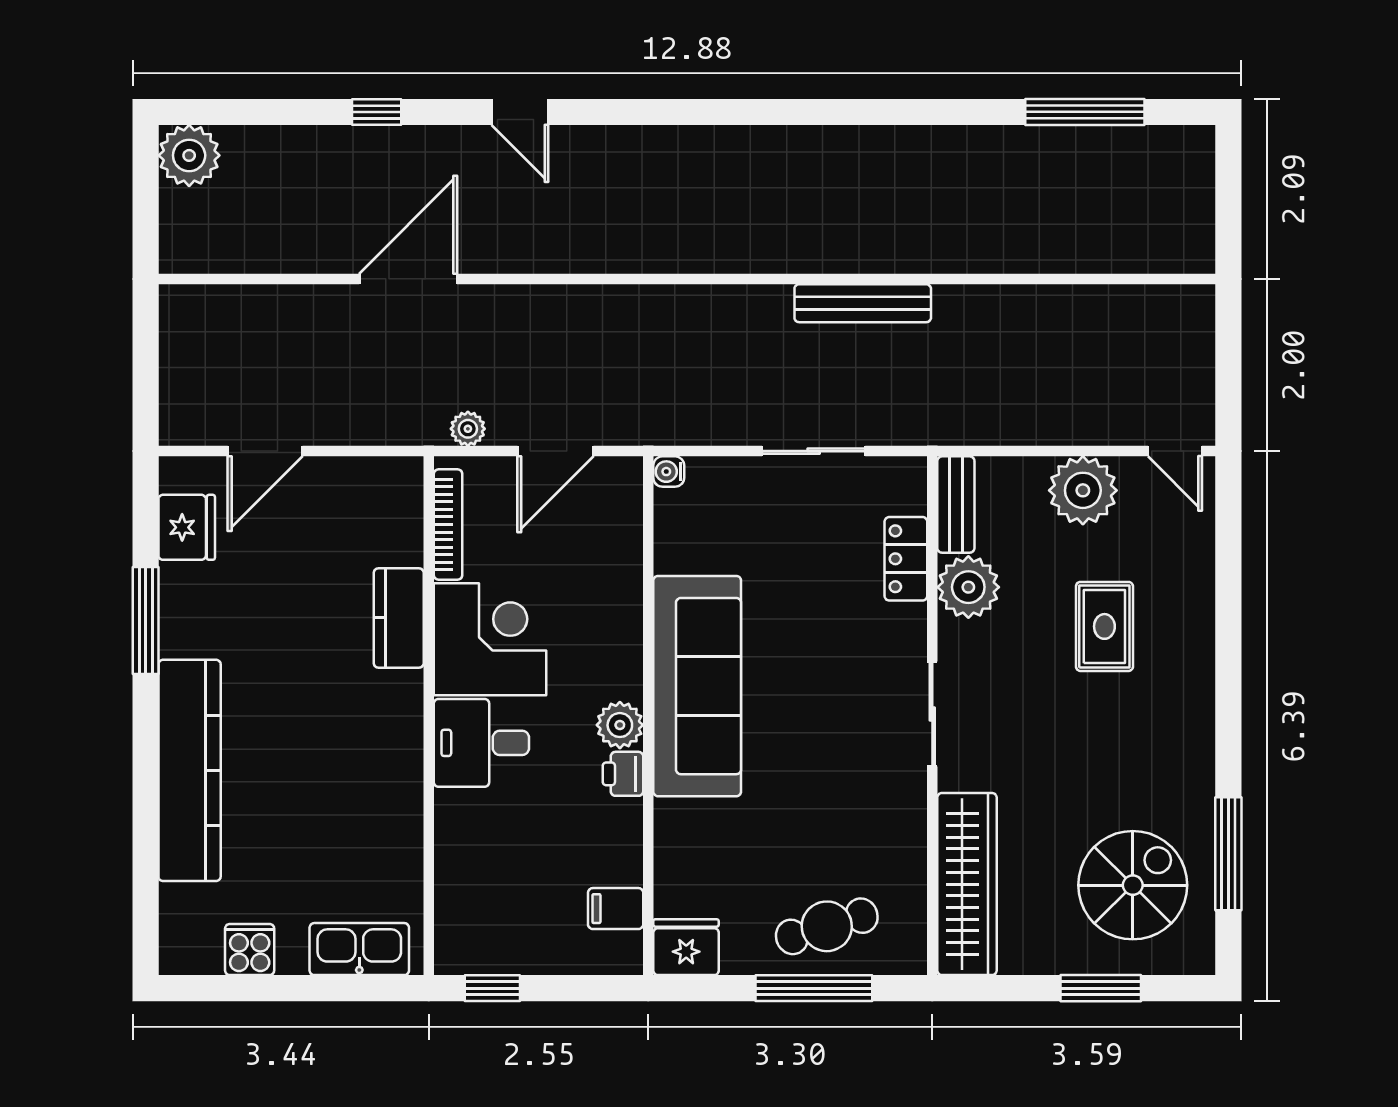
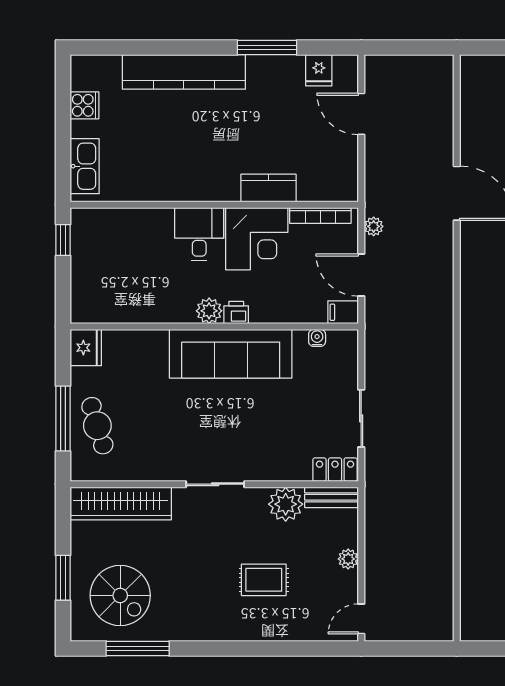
bench: (863, 303) -> (443, 446), removed
water cooler: (669, 472) -> (317, 338), moved
plant: (1083, 490) -> (348, 559), width x0.53, depth x0.53
fridge: (187, 527) -> (319, 70), width x0.72
locker: (906, 559) -> (335, 470), moved
printer: (623, 774) -> (236, 313), moved
filing cabinet: (616, 909) -> (343, 312), moved, turned -90

